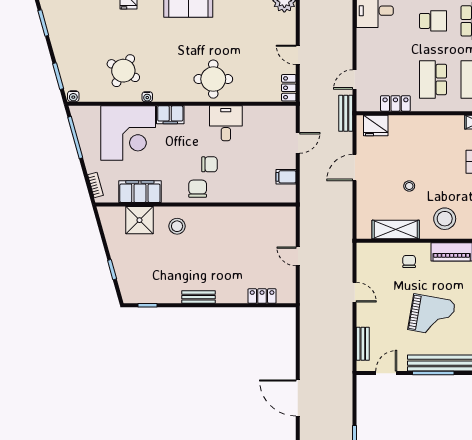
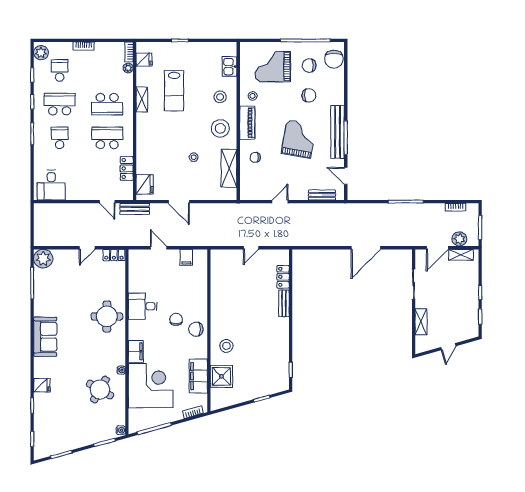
school desk: (433, 79) -> (107, 138), turned 180
bench: (199, 297) -> (284, 303), moved

